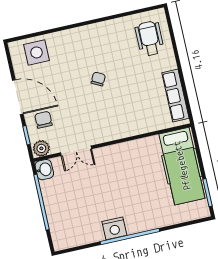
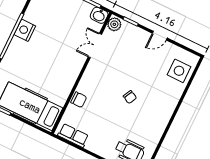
row of seats: (175, 96) -> (73, 136), width x0.68
door: (18, 97) -> (160, 36), width x0.53
chair: (43, 120) -> (79, 100), moved

